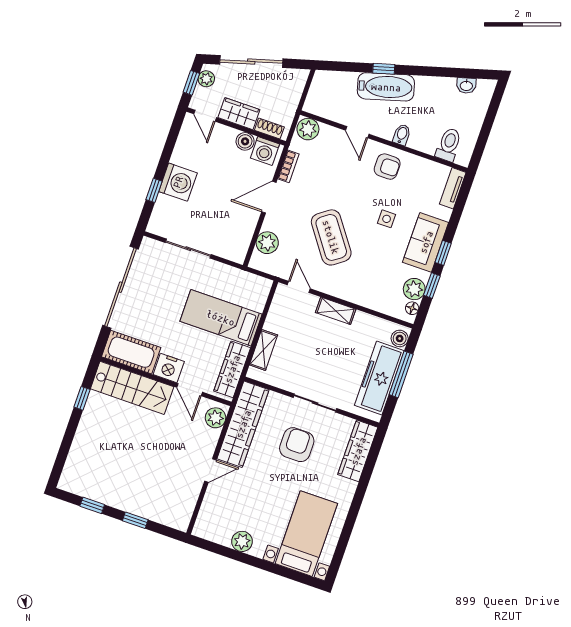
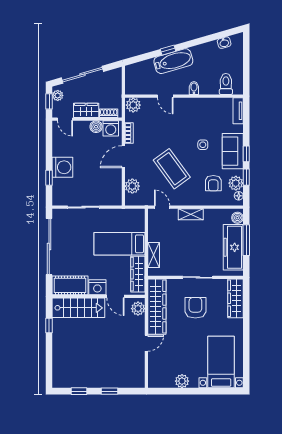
armchair: (387, 167) -> (213, 183), moved, turned 90

